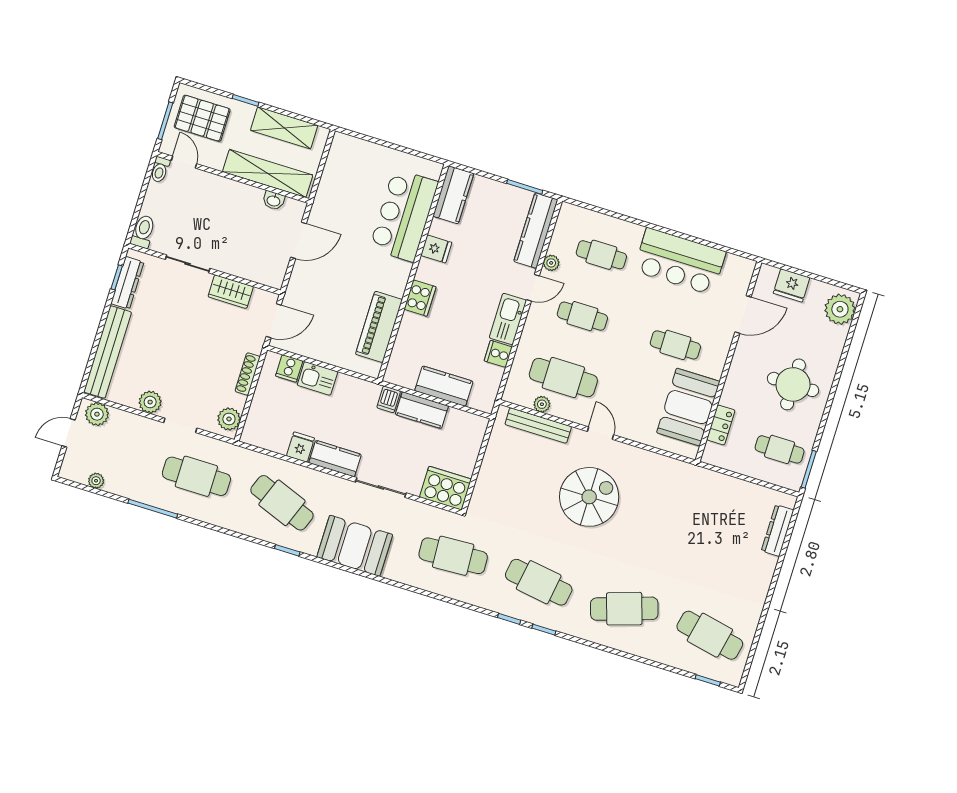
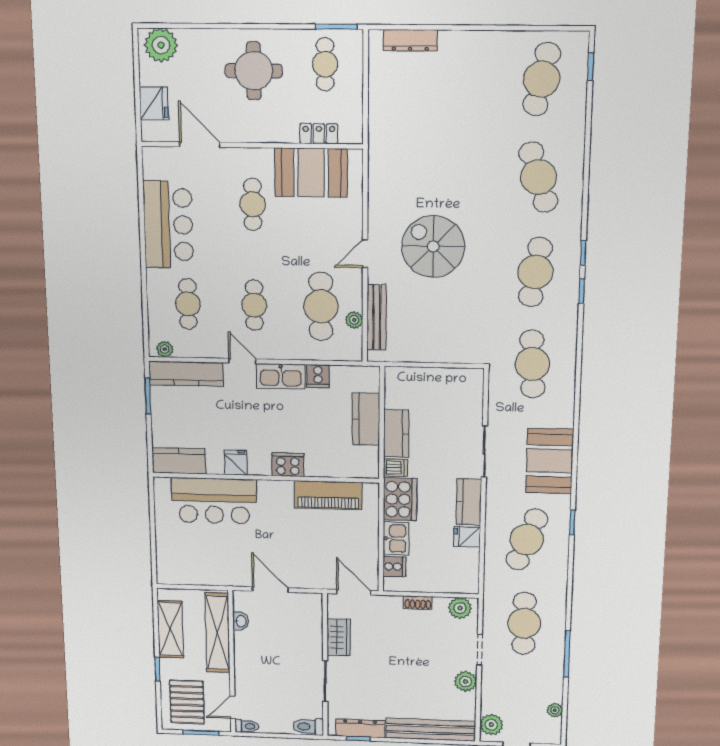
plant: (551, 263) -> (165, 349), moved
shoe rack: (248, 374) -> (418, 603), width x0.70
cooker: (445, 488) -> (400, 499), moved, turned 180

